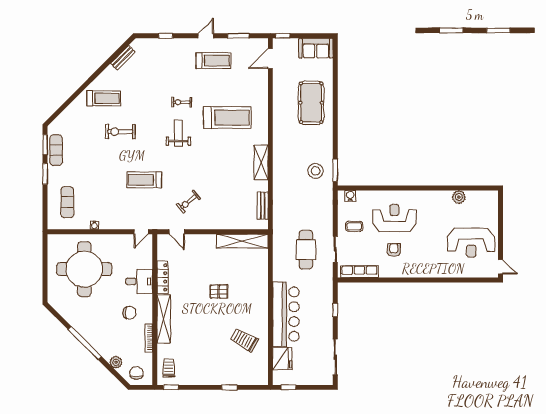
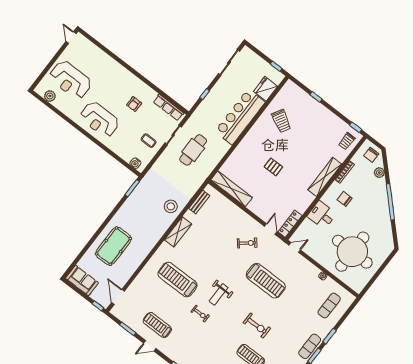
door: (270, 59) -> (118, 297), swing flipped
stool: (315, 171) -> (171, 206), moved
treadmill: (144, 180) -> (266, 281), width x1.37, depth x1.38
plant: (459, 197) -> (50, 96), moved
reception desk: (394, 218) -> (100, 119), moved
reception desk: (471, 243) -> (70, 80), moved, turned 180
locker: (163, 277) -> (290, 224), moved

